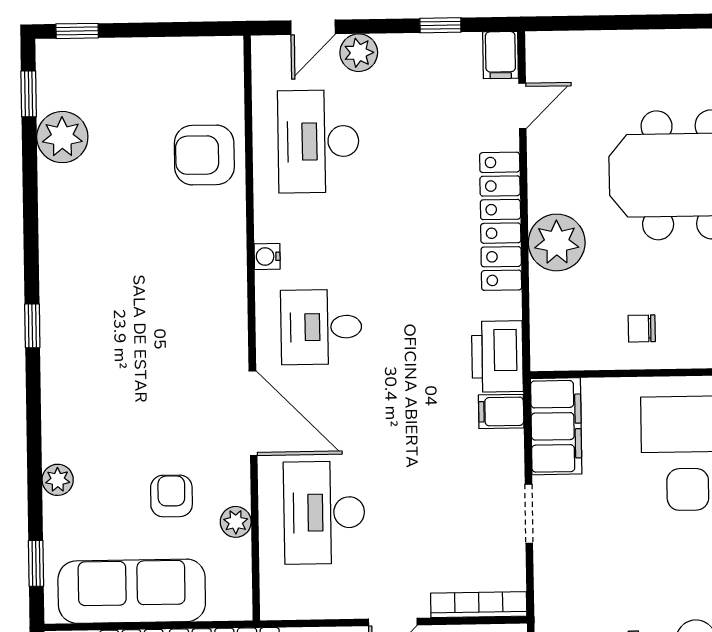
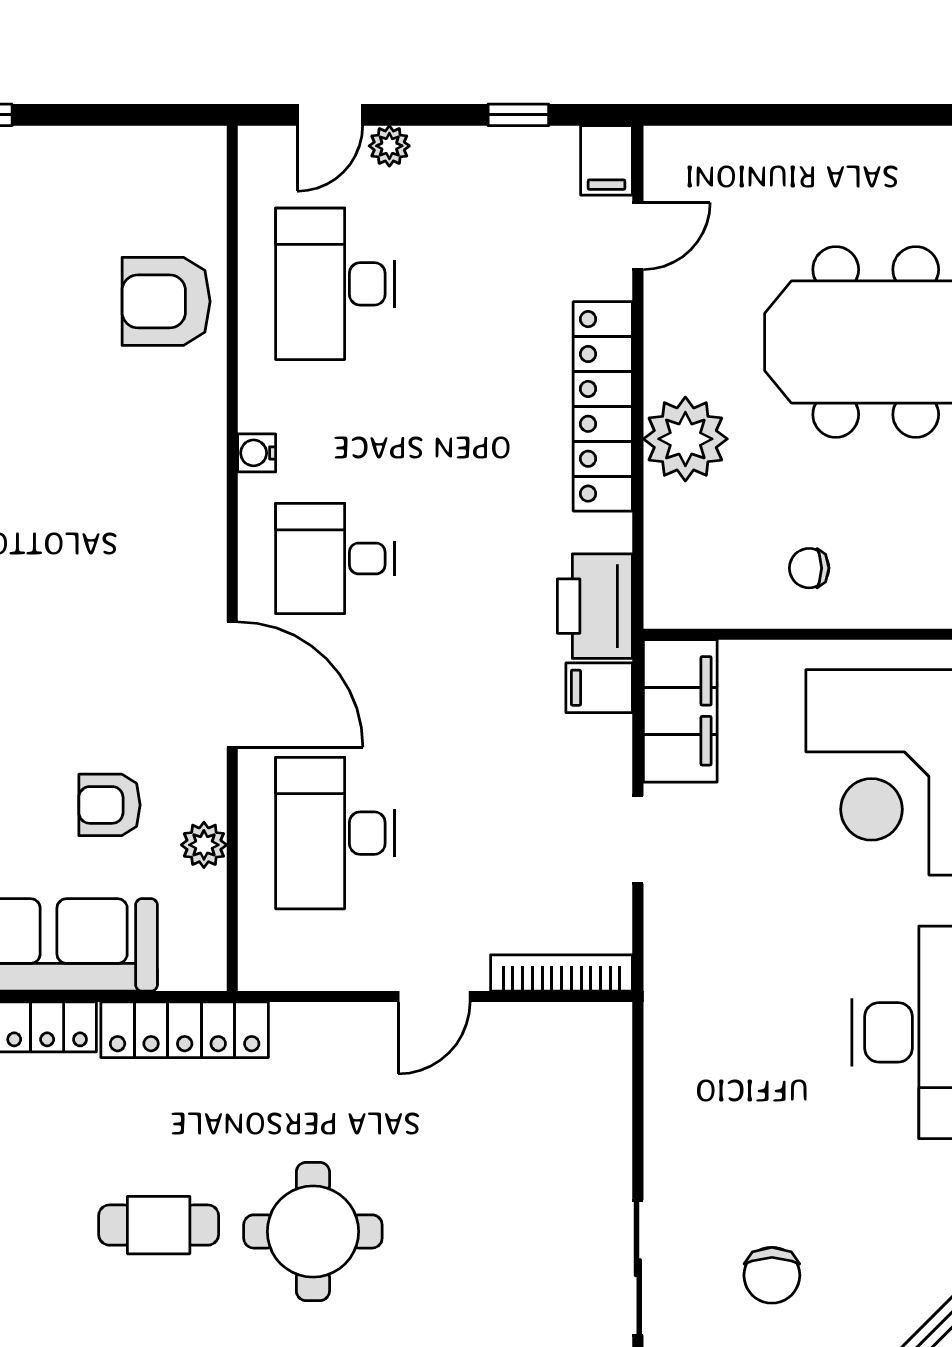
plant: (359, 53) -> (389, 146), width x0.73, depth x0.73
armchair: (171, 496) -> (110, 805), turned -90

